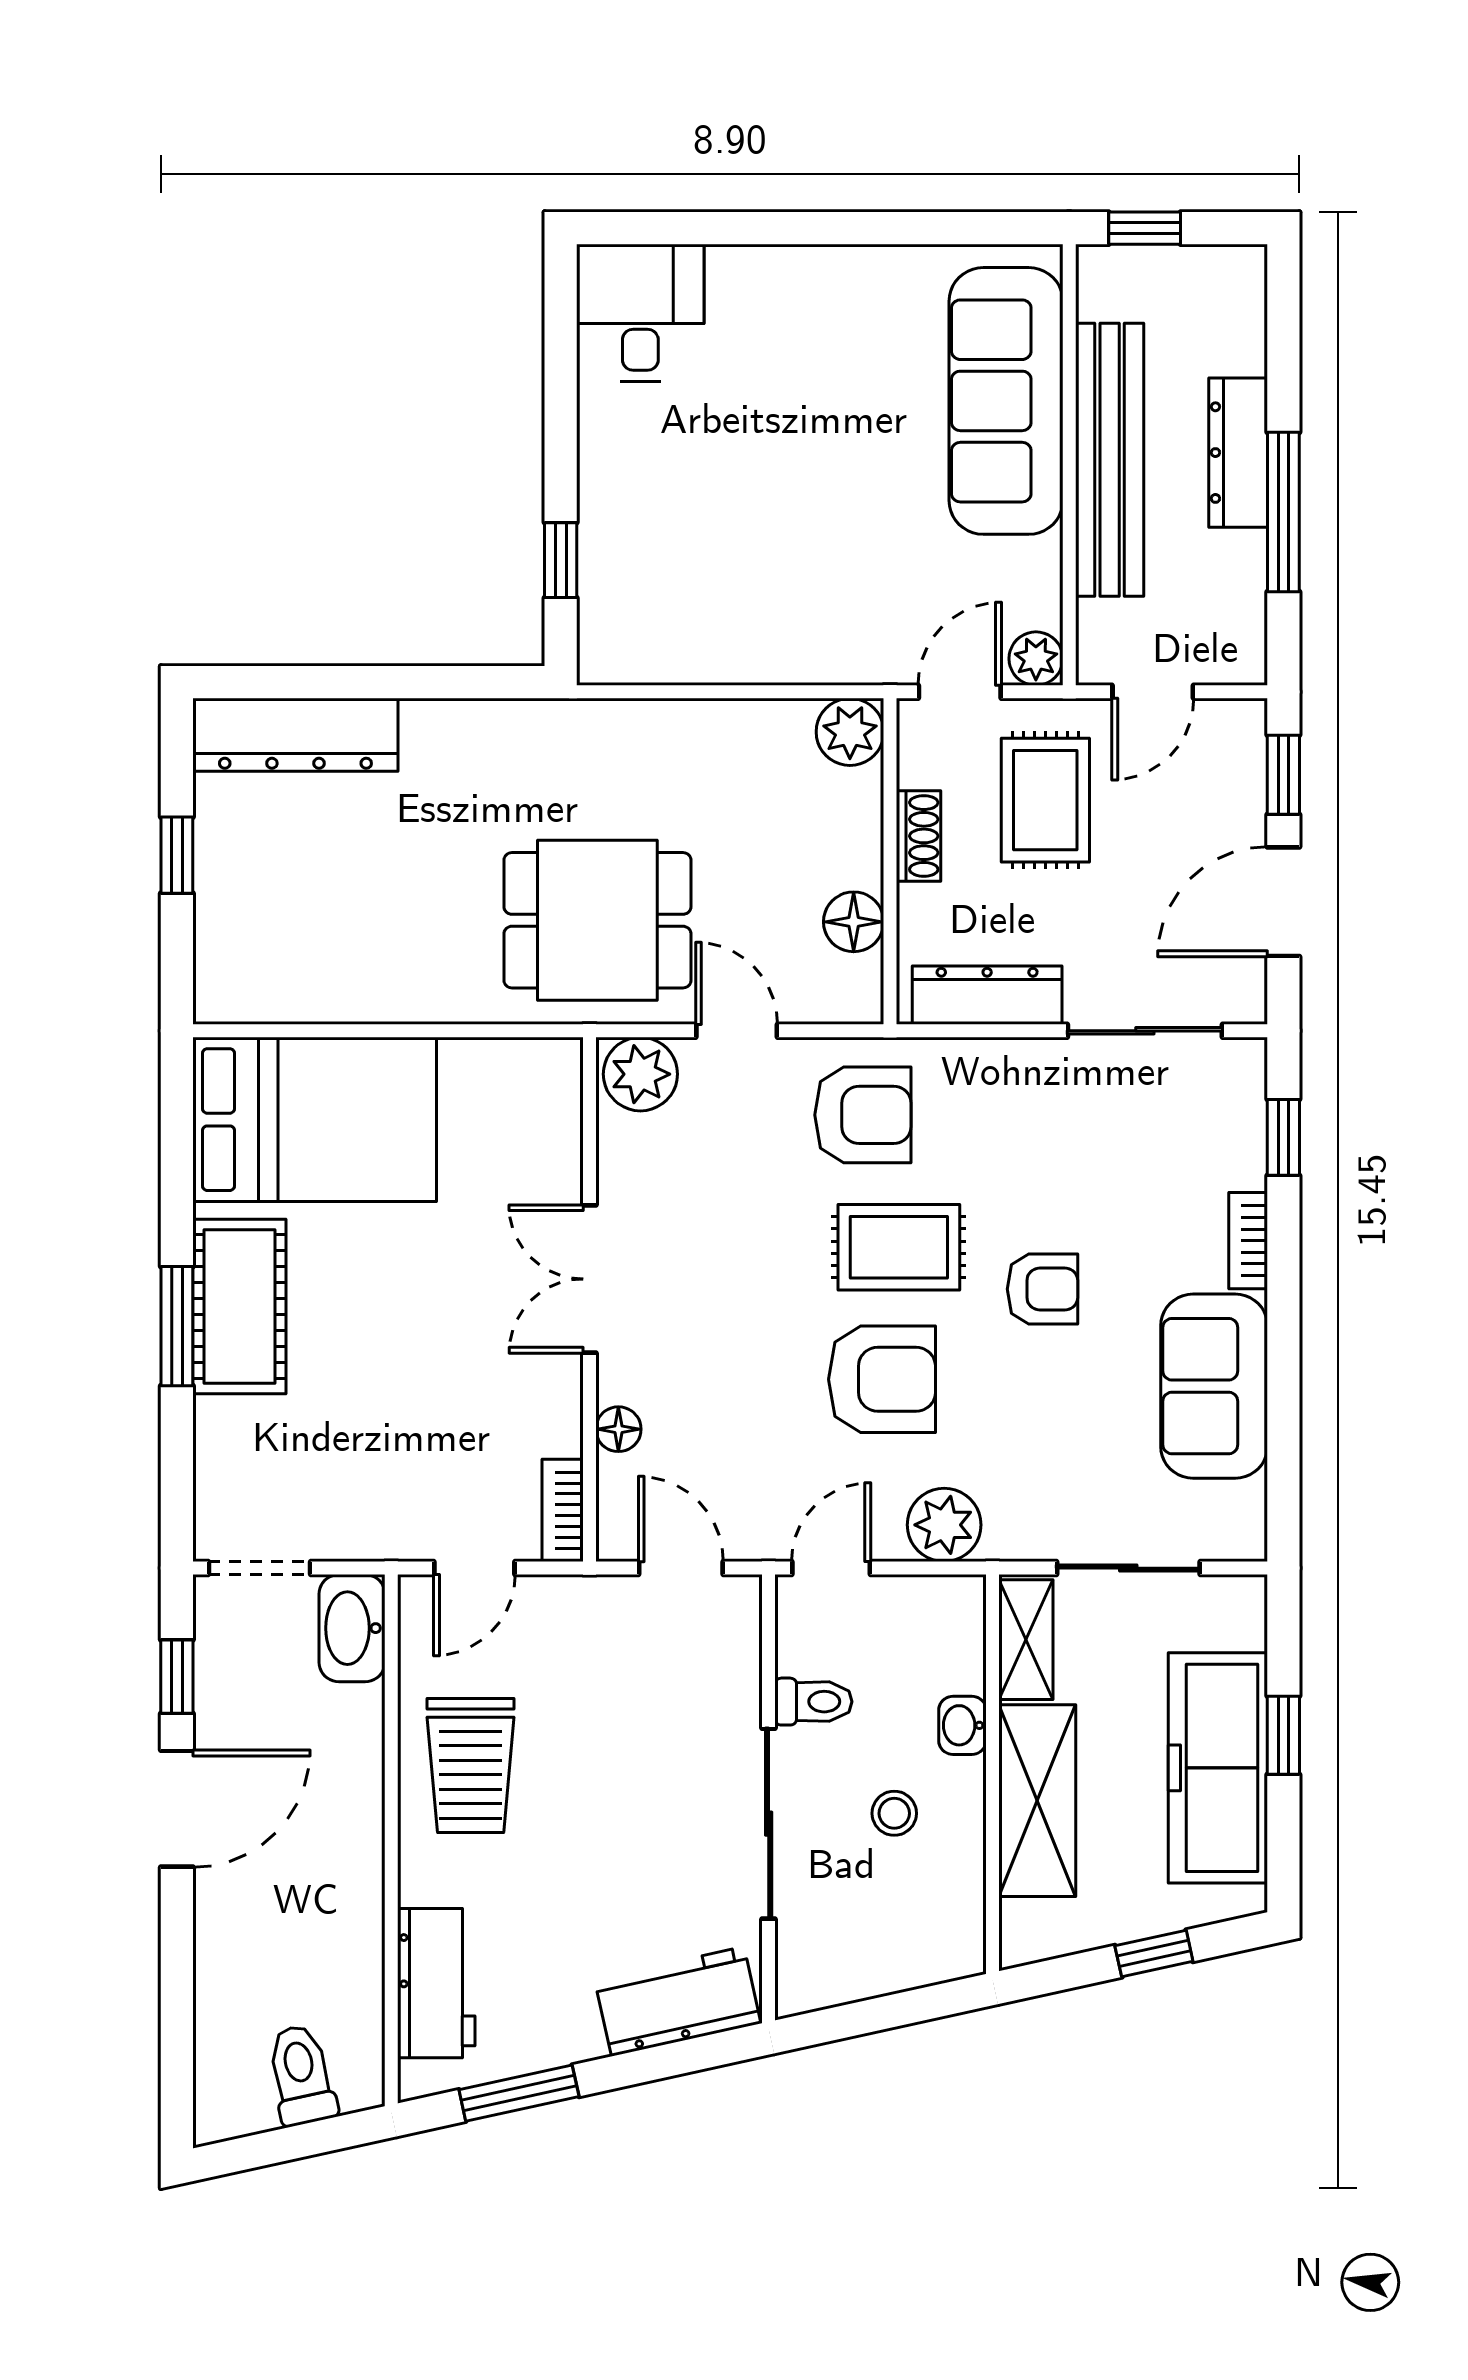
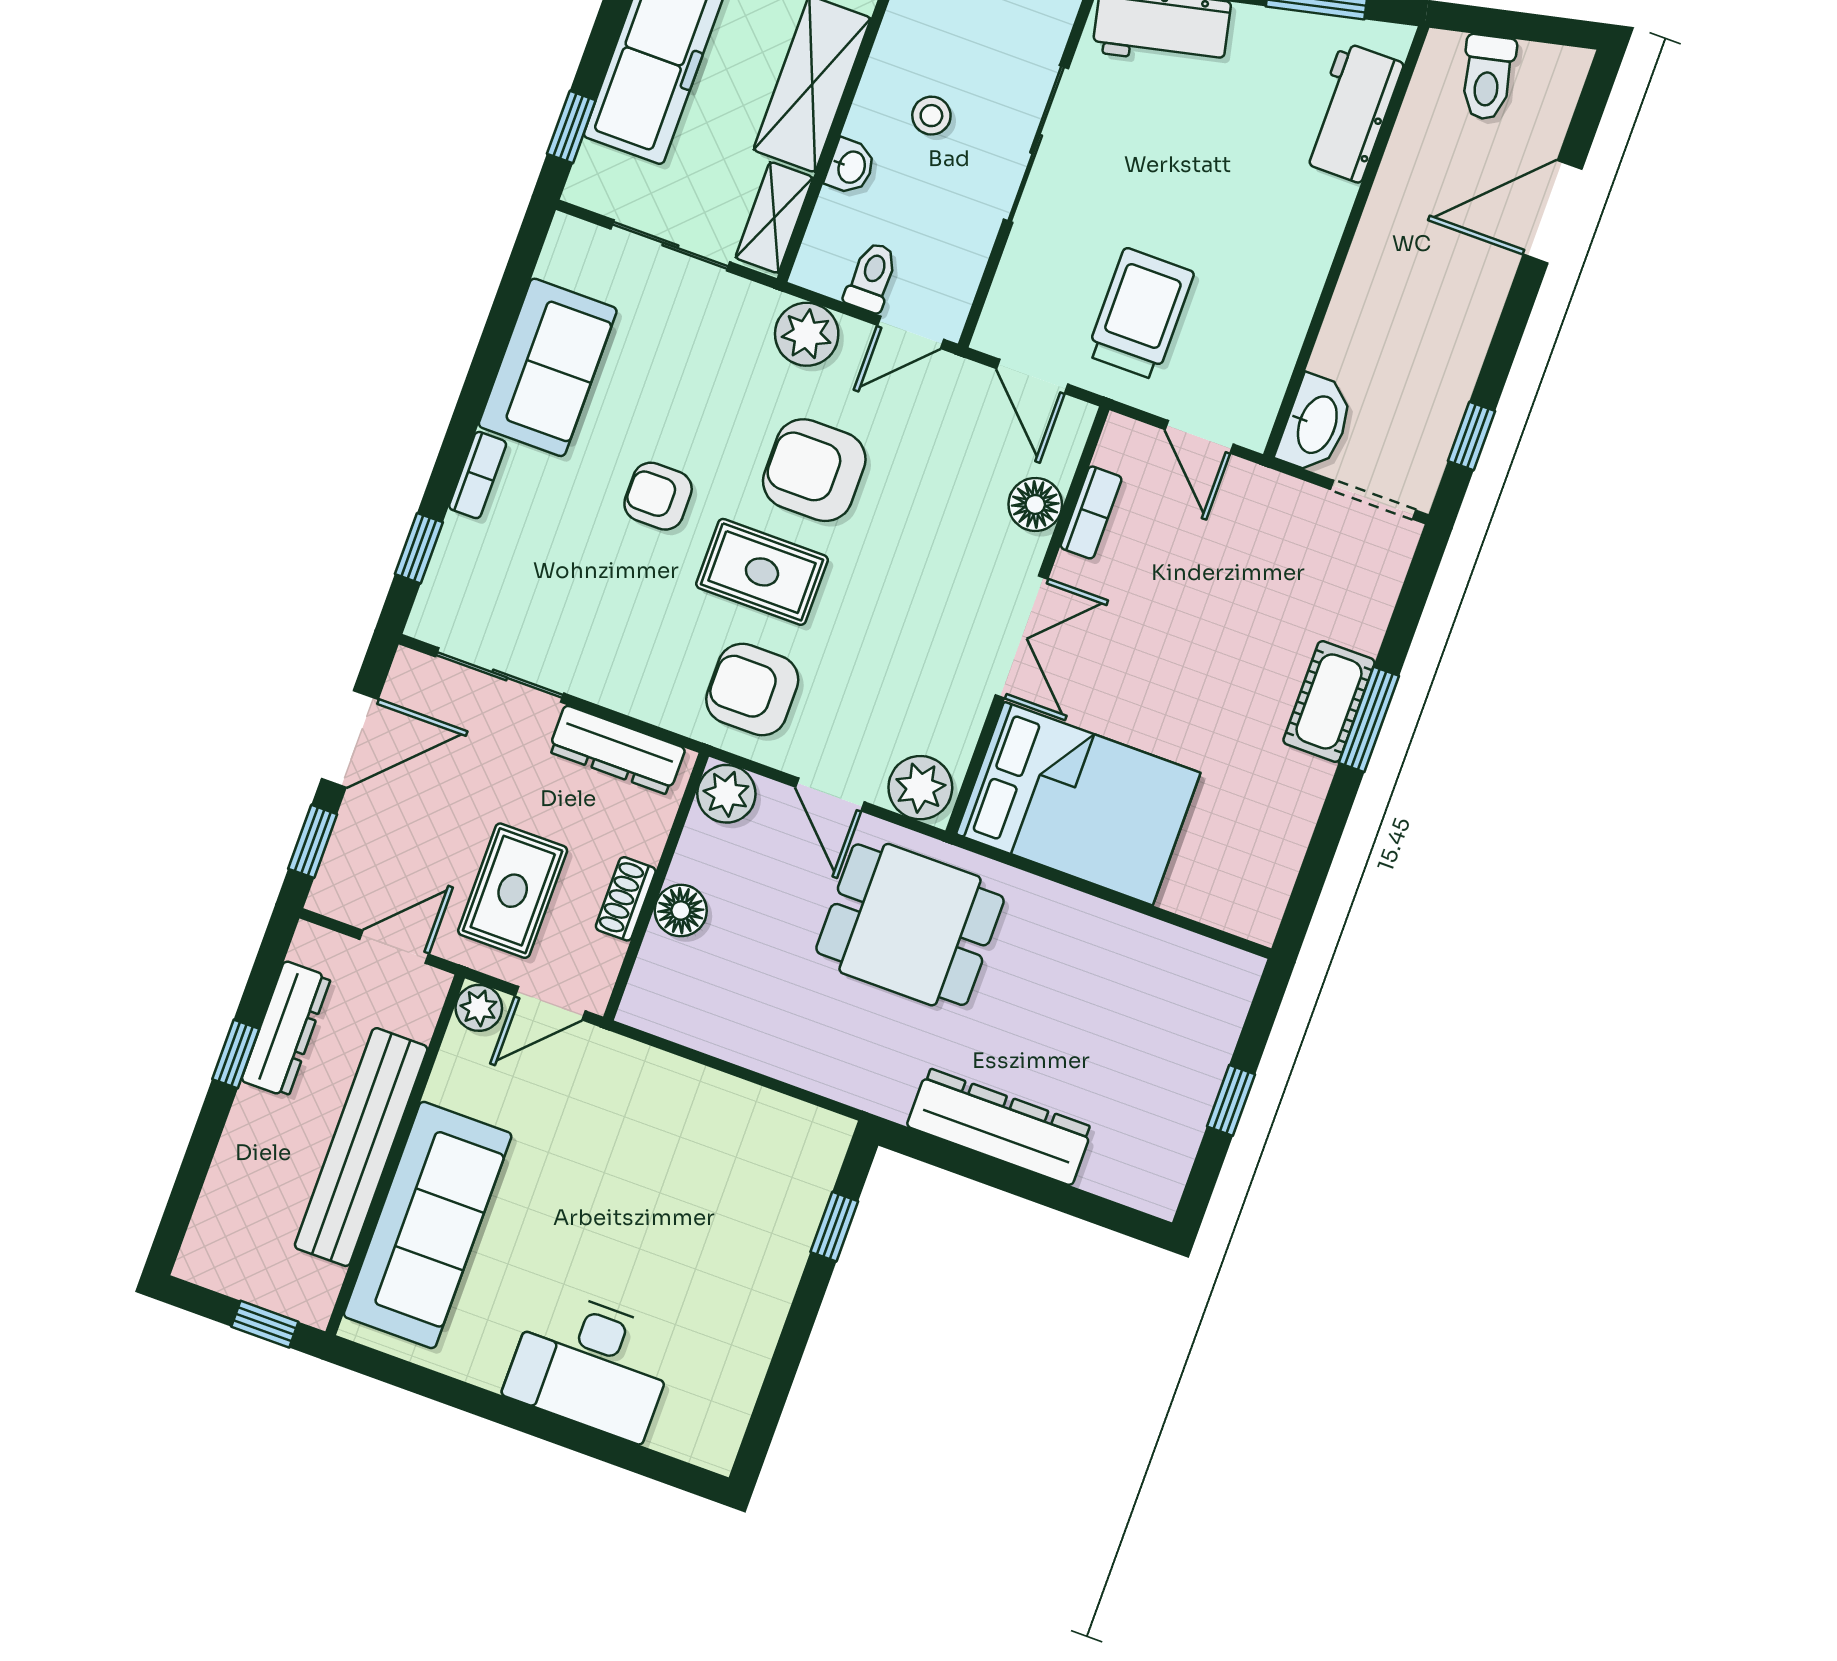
desk: (640, 313) -> (591, 1365), moved, width x1.37
dresser: (1238, 453) -> (286, 1029), moved
window: (1283, 512) -> (236, 1054), width x0.46
plant: (850, 732) -> (726, 794), moved
dresser: (295, 735) -> (1000, 1127), moved
floor lamp: (854, 922) -> (681, 911), moved
bed: (315, 1120) -> (1078, 803), moved, turned 180
cot: (239, 1307) -> (1329, 701), width x0.73, depth x0.75
floor lamp: (618, 1429) -> (1035, 504), width x1.37, depth x1.37
bookcase: (563, 1510) -> (1091, 512), moved
door: (474, 1568) -> (1199, 437), swing flipped
toilet: (813, 1702) -> (872, 277), moved, turned 90
window: (1283, 1735) -> (571, 127), moved
trolley: (471, 1765) -> (1140, 314), moved
door: (177, 1809) -> (1553, 212), moved

